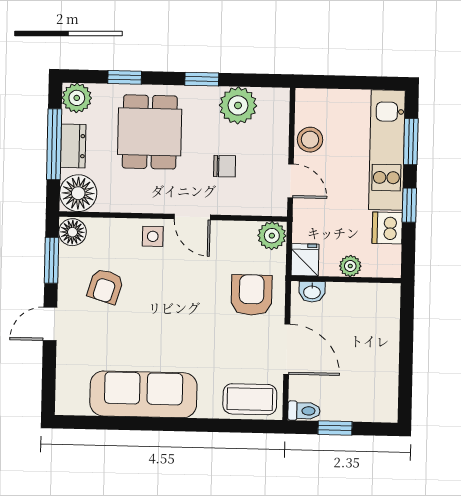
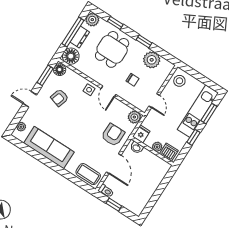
stool: (310, 140) -> (179, 81), moved
dishwasher: (387, 228) -> (169, 152), moved, turned 90
plant: (66, 387) -> (21, 127), added

